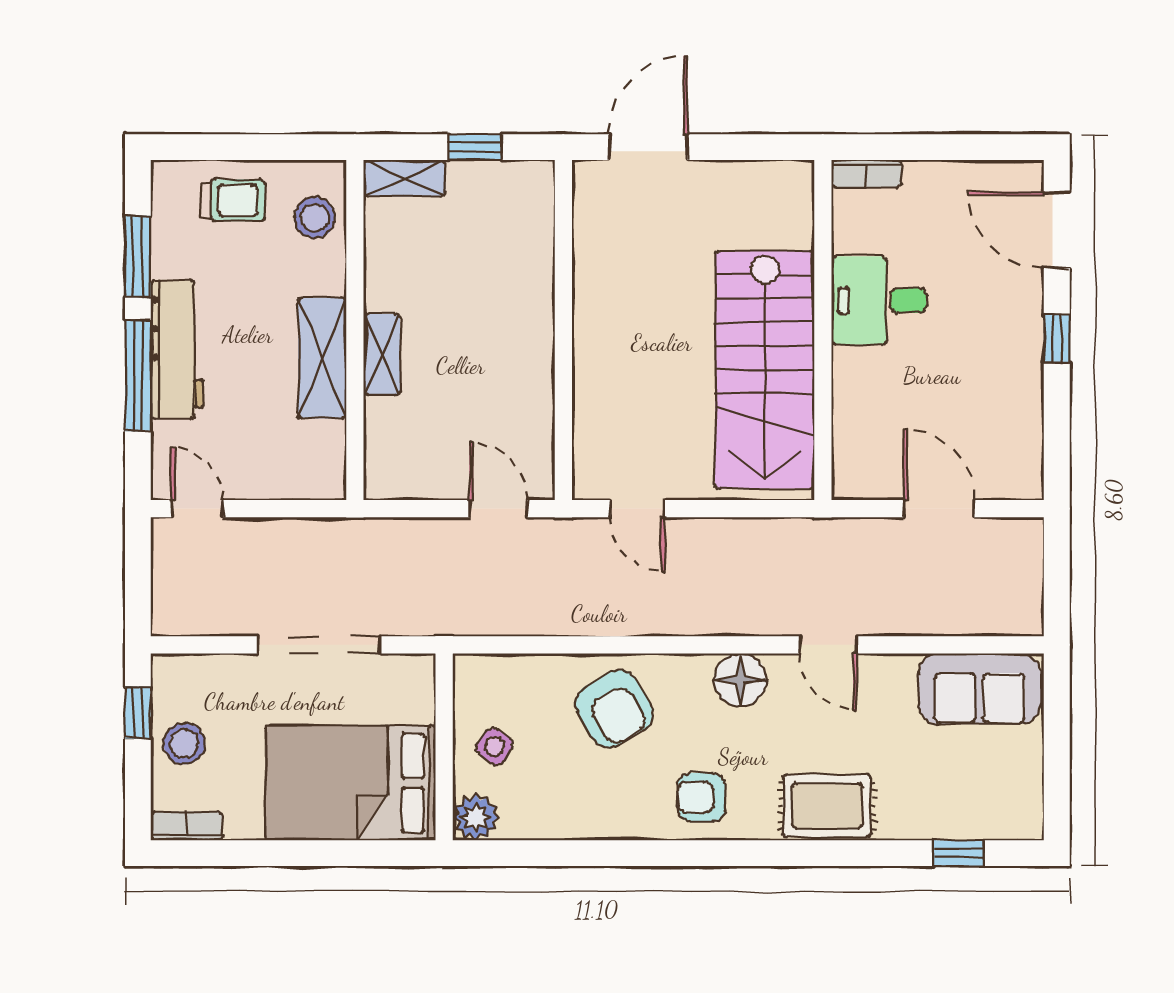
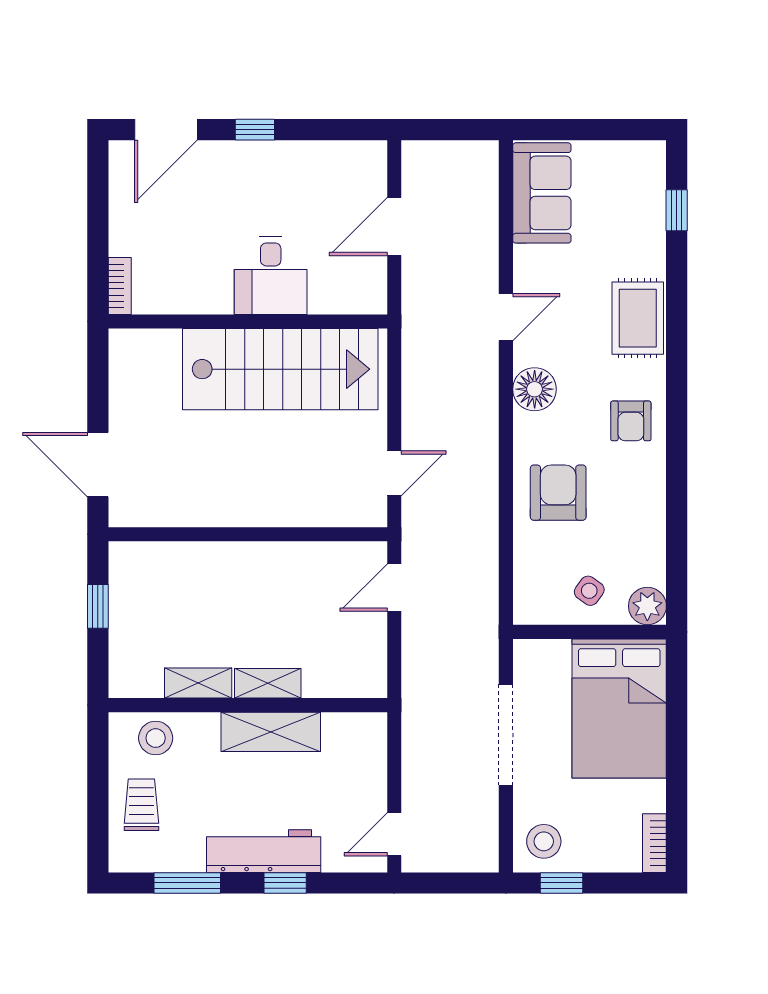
shelving: (404, 178) -> (198, 683), moved, turned 90
desk: (879, 300) -> (271, 276), moved
window: (138, 376) -> (285, 883), width x0.46
armchair: (614, 709) -> (558, 493), turned -60
stool: (184, 744) -> (544, 841), moved

